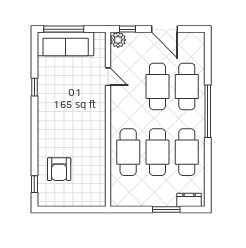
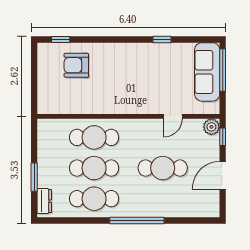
cafe table: (187, 86) -> (163, 199), removed

